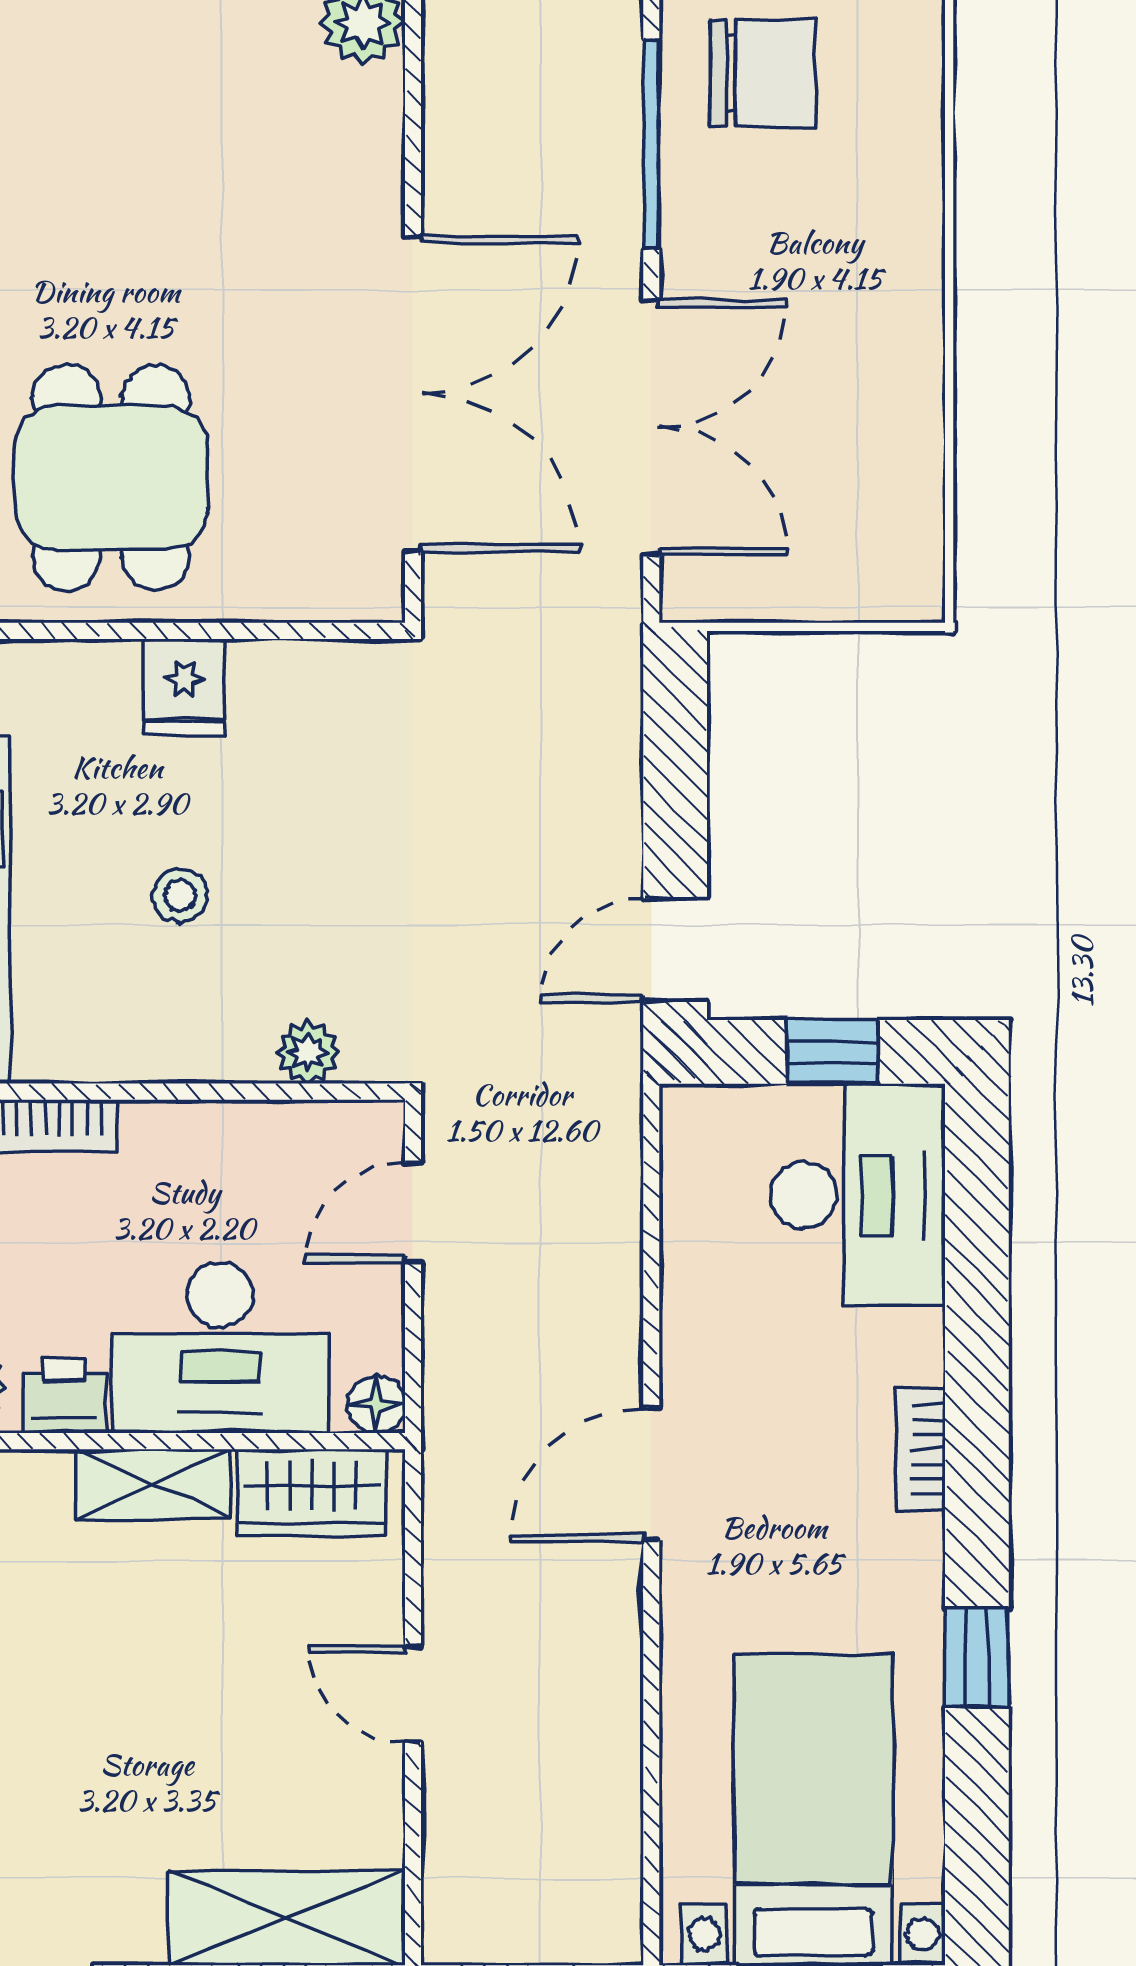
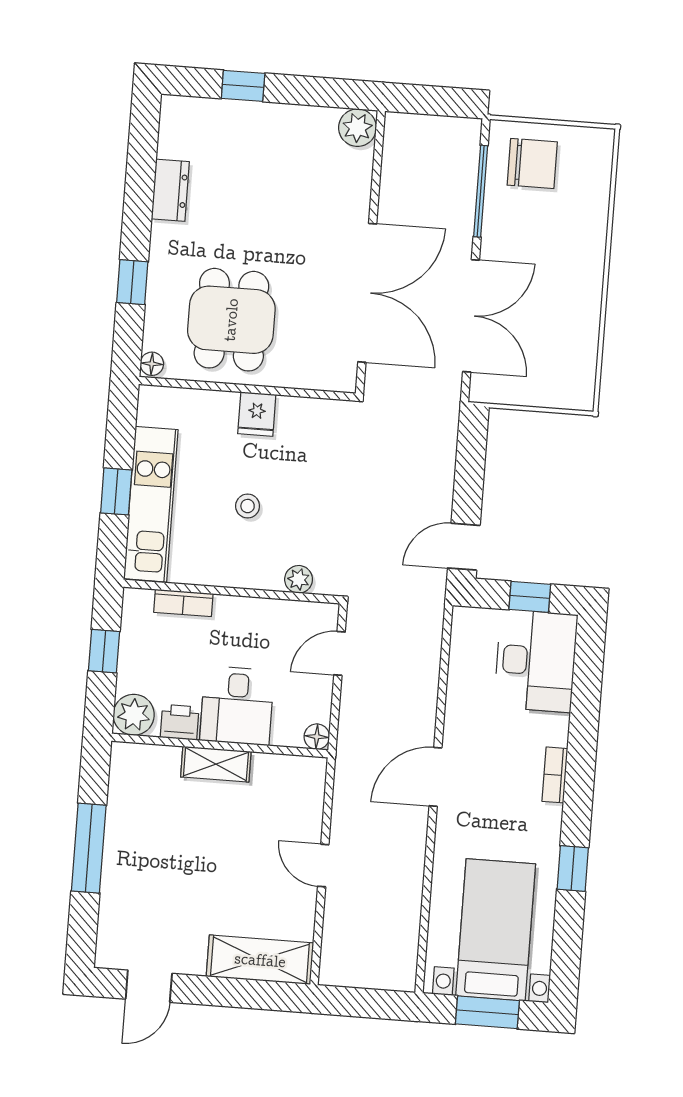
desk: (220, 1348) -> (237, 706), width x0.73
wardrobe: (311, 1492) -> (285, 773), removed

